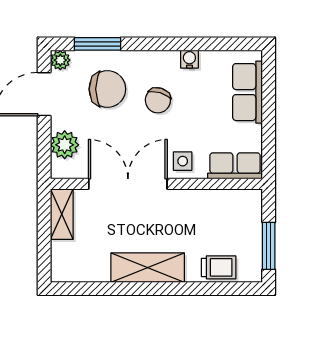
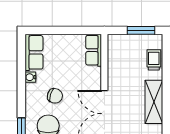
row of seats: (247, 92) -> (34, 52), moved, turned -90
side table: (183, 161) -> (91, 81), removed

